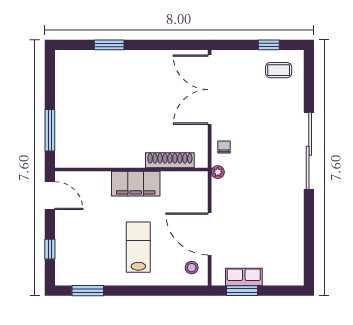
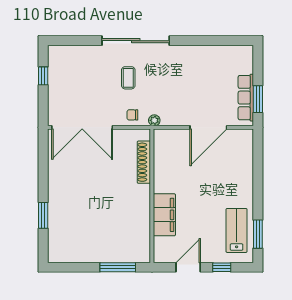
coffee table: (279, 70) -> (128, 78), moved
filing cabinet: (136, 184) -> (164, 215), moved
door: (50, 196) -> (188, 267), moved
lab bench: (138, 247) -> (237, 230), moved, turned 90
stool: (192, 268) -> (238, 143), removed
row of seats: (244, 277) -> (246, 98), width x1.48

